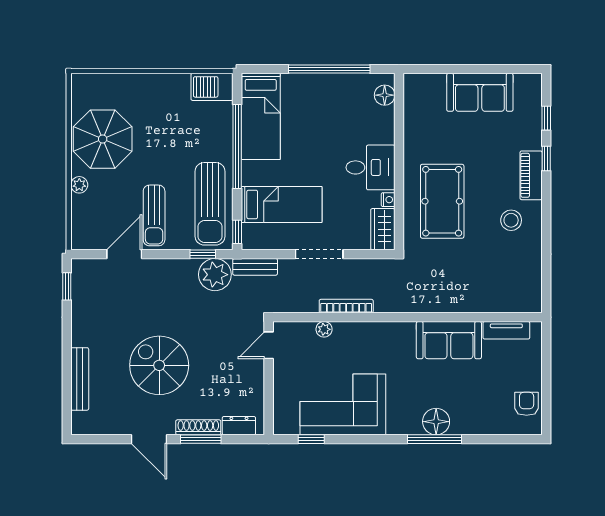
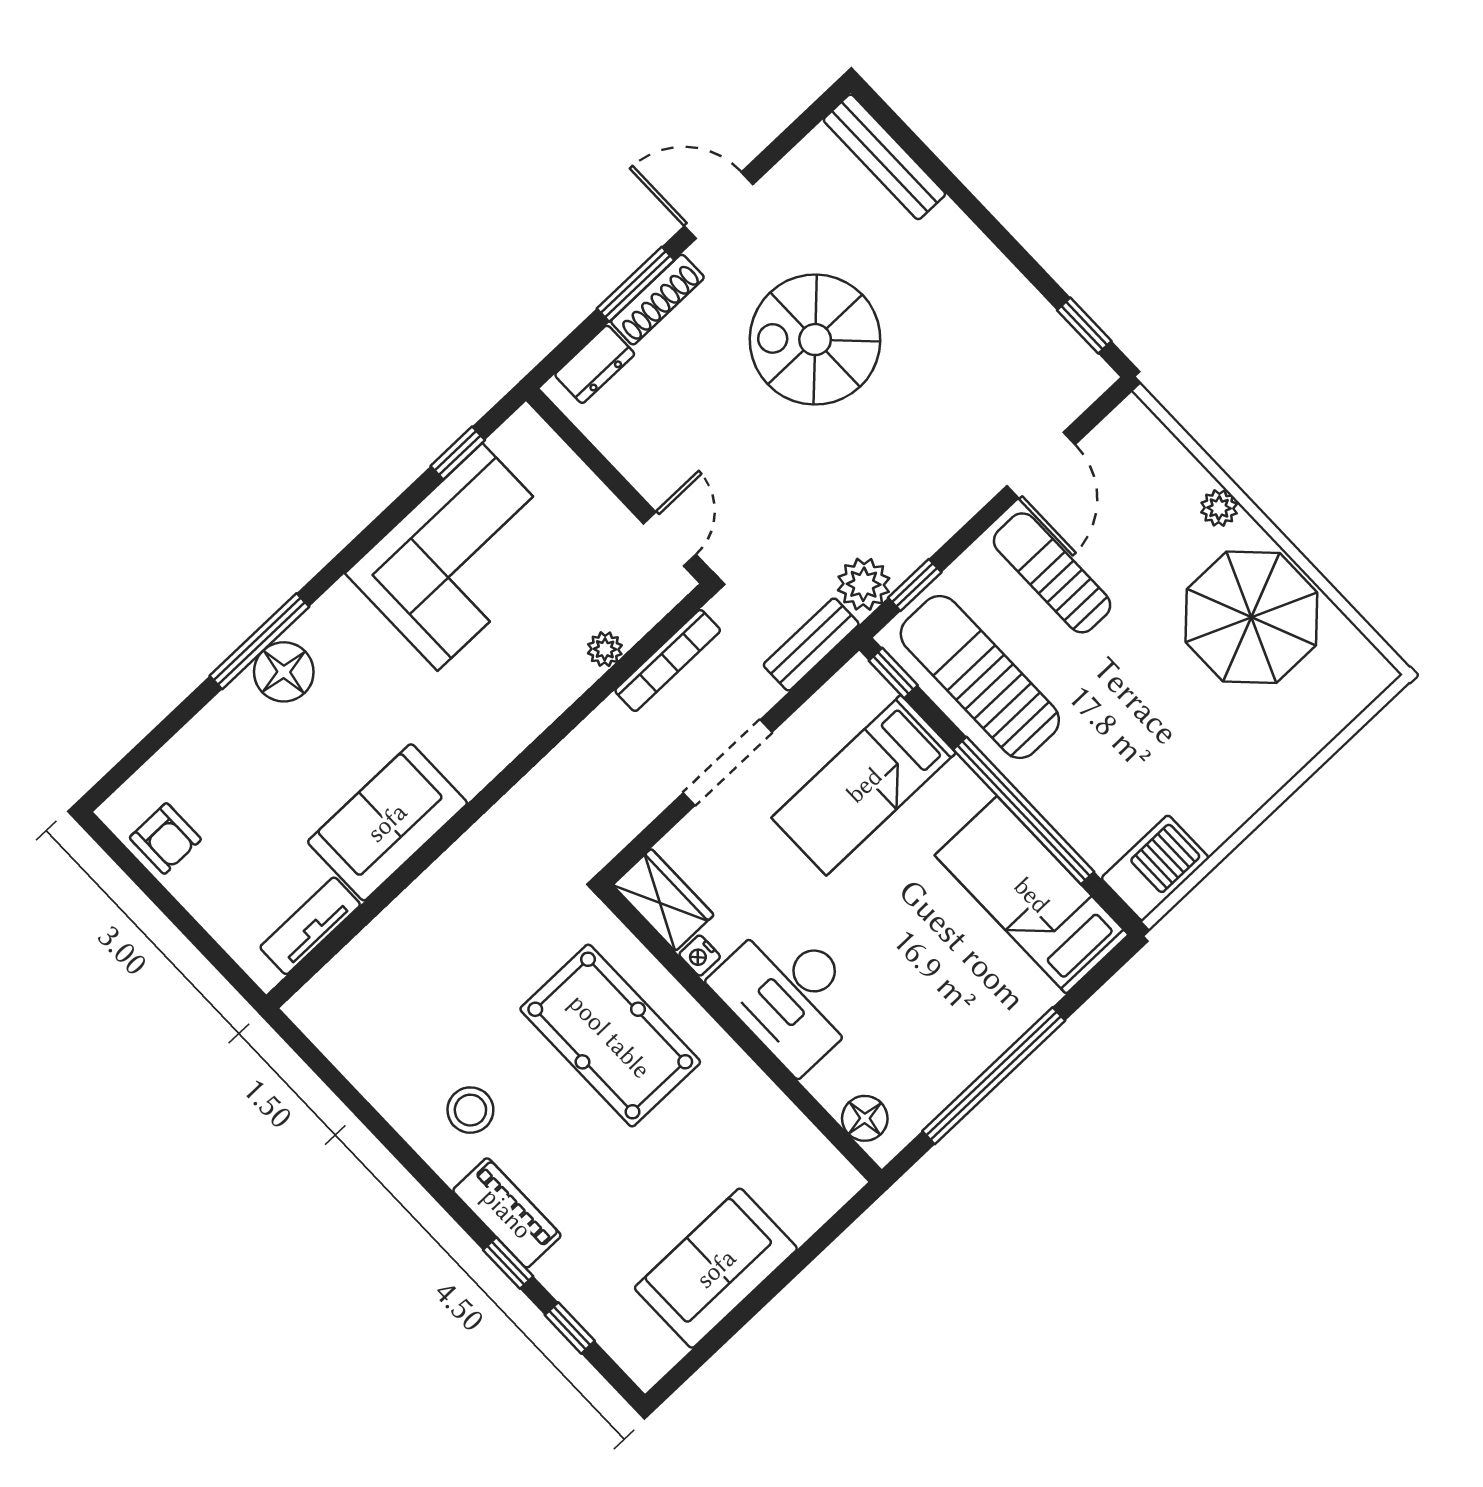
desk: (371, 167) -> (790, 994), width x1.37
plant: (215, 275) -> (864, 584), width x0.73, depth x0.73
bookcase: (346, 306) -> (668, 661), moved
spiral stairs: (159, 365) -> (815, 340), turned 180
bench: (80, 379) -> (884, 157), moved

